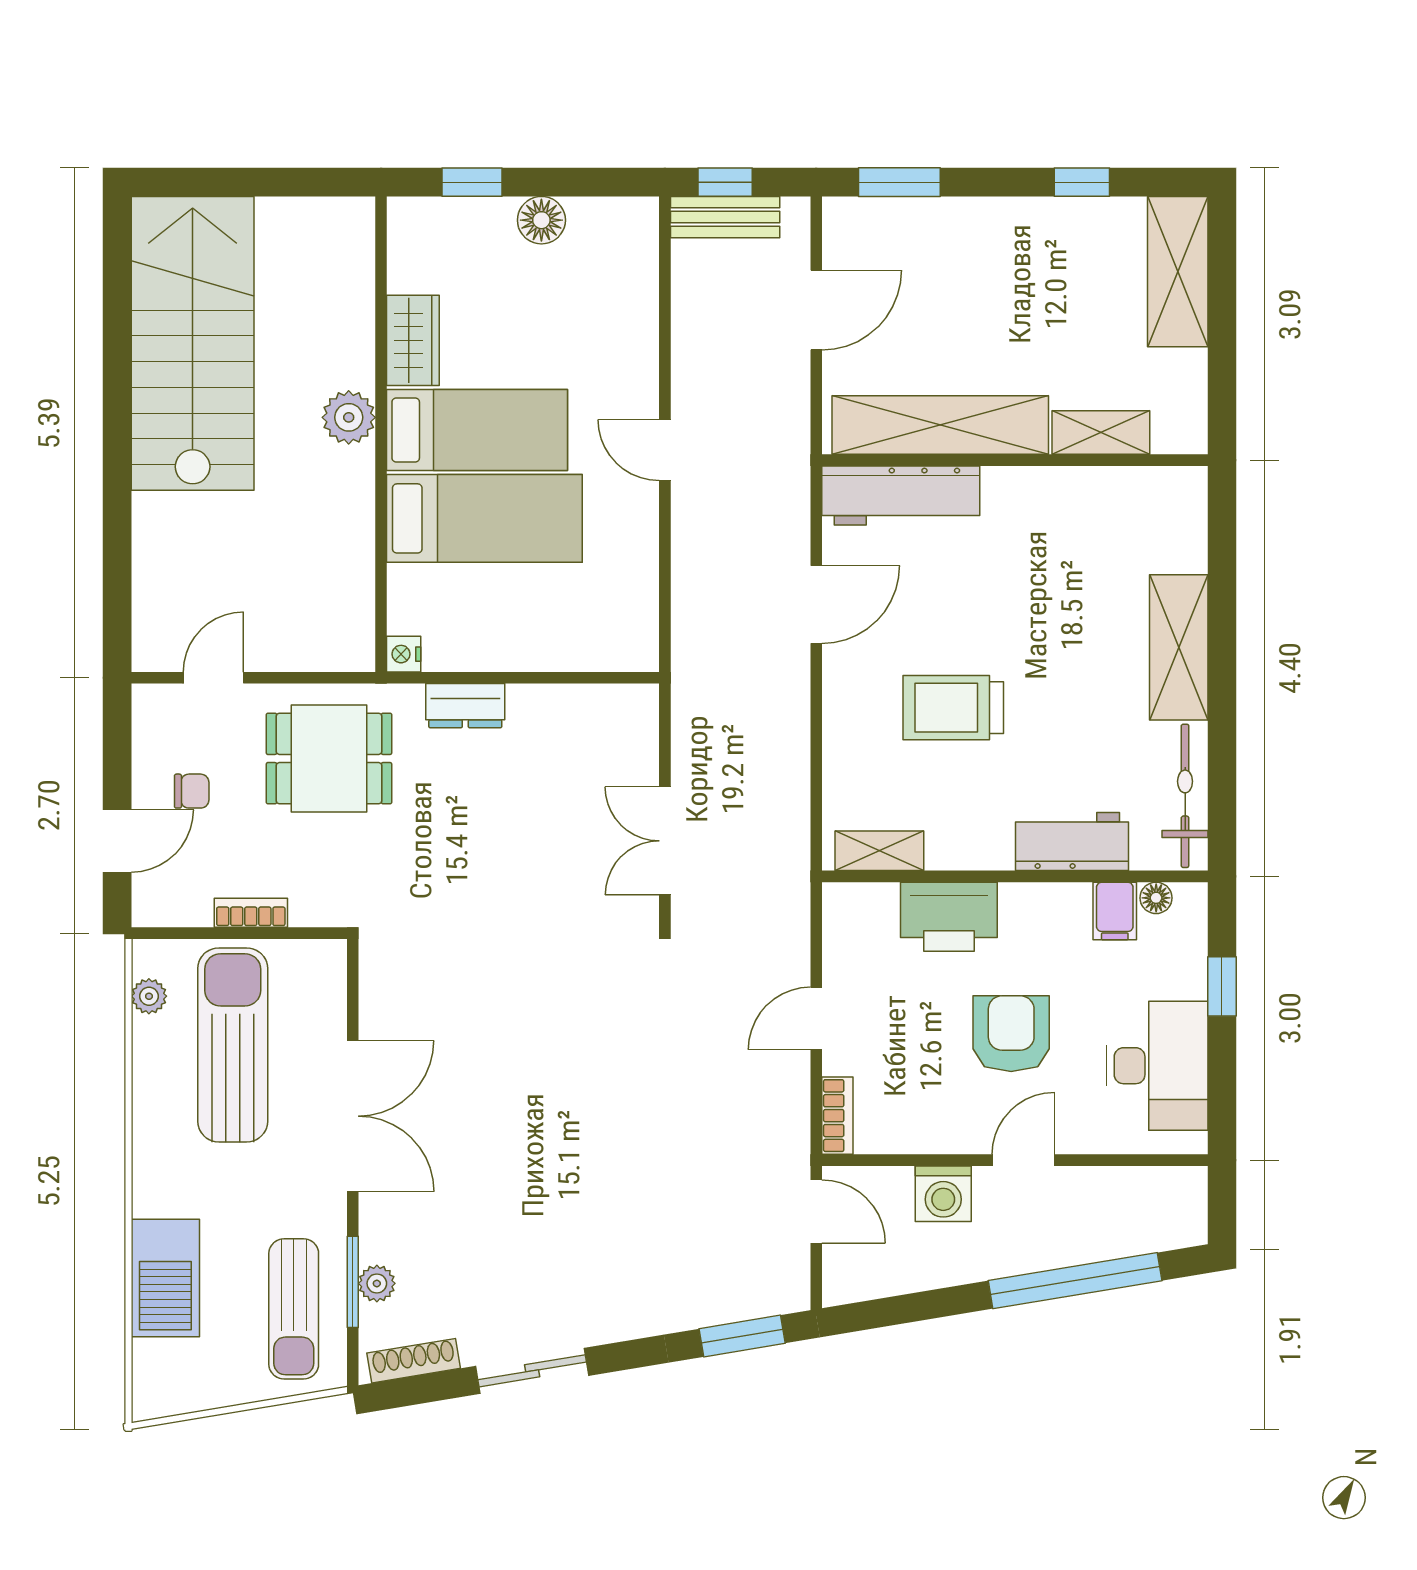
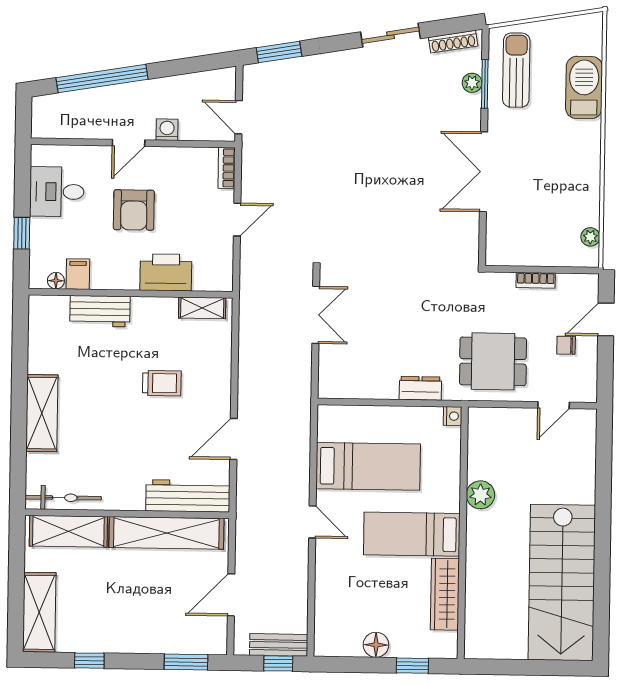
wardrobe: (413, 340) -> (445, 594), width x1.50
plant: (349, 417) -> (480, 495), moved
shelving: (1101, 433) -> (68, 531), width x1.50, depth x1.33
bed: (484, 518) -> (368, 466), moved, turned 180
trolley: (953, 708) -> (162, 383), width x0.73, depth x0.72
bicycle: (1185, 796) -> (63, 498), moved, turned -90
sun lounger: (233, 1045) -> (546, 210), removed
desk: (1157, 1066) -> (57, 192), width x0.73
washing machine: (943, 1194) -> (167, 130), width x0.73, depth x0.73

